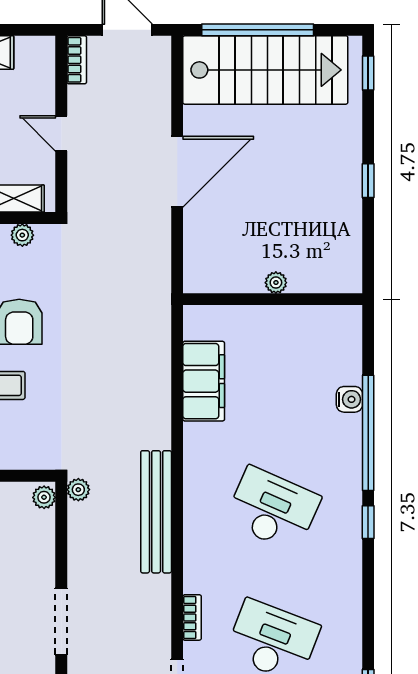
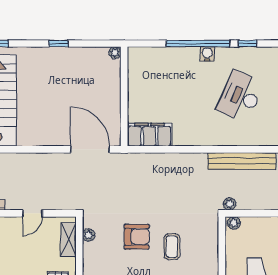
door: (177, 172) -> (90, 149), moved
plant: (276, 283) -> (115, 53), moved
filing cabinet: (204, 381) -> (149, 135), moved
water cooler: (349, 399) -> (207, 54), moved

